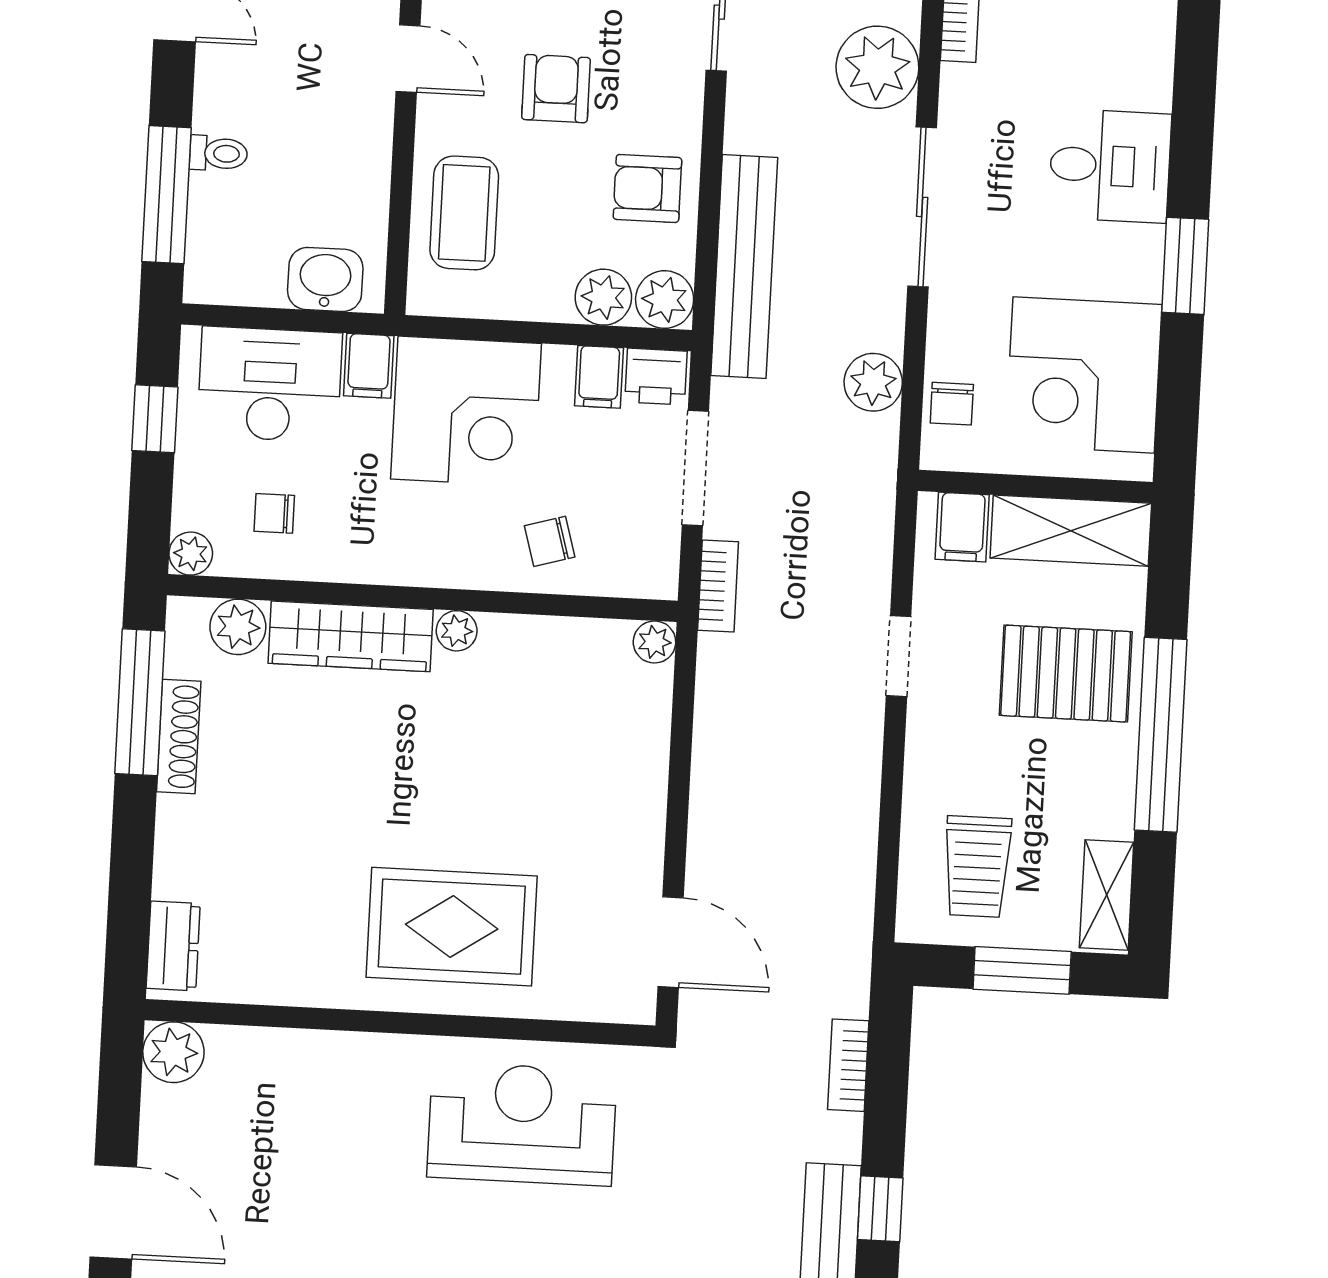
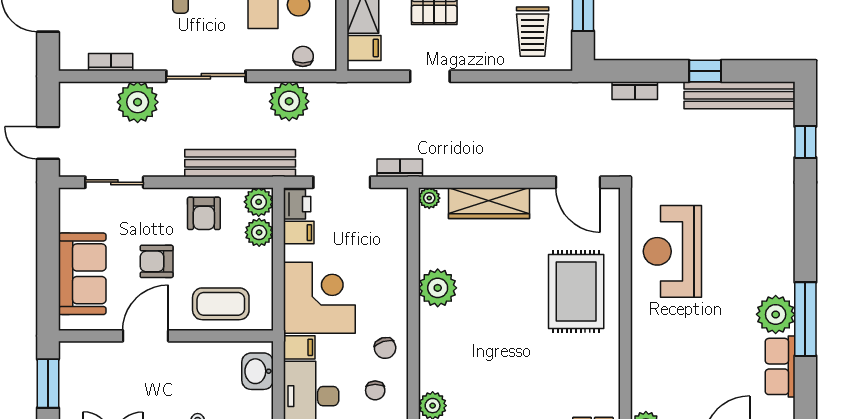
door: (408, 59) -> (146, 336), width x1.38
plant: (873, 382) -> (289, 101), width x1.36, depth x1.36
chair: (952, 404) -> (303, 56), turned -90
chair: (550, 541) -> (385, 348), moved
plant: (457, 631) -> (438, 288), width x1.88, depth x1.88
wardrobe: (351, 636) -> (489, 203), moved, turned 90
trolley: (977, 867) -> (533, 32), turned 90
door: (671, 942) -> (578, 182), swing flipped

